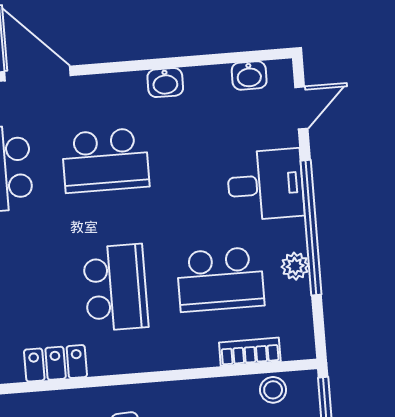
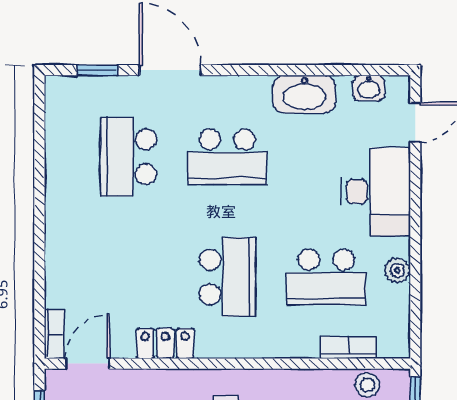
washbasin: (165, 83) -> (304, 94), width x1.91, depth x1.45
desk: (265, 185) -> (376, 192), width x1.37
window: (311, 228) -> (415, 235), removed

